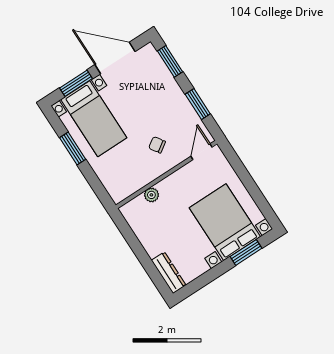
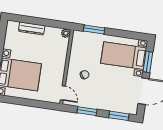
window: (73, 149) -> (94, 29), moved
plant: (151, 195) -> (66, 33), moved
dresser: (169, 273) -> (32, 29), moved

